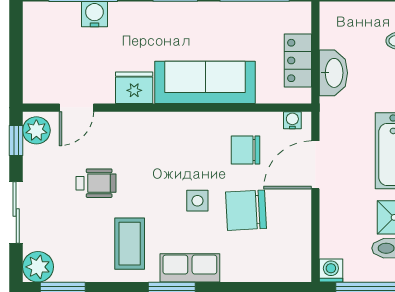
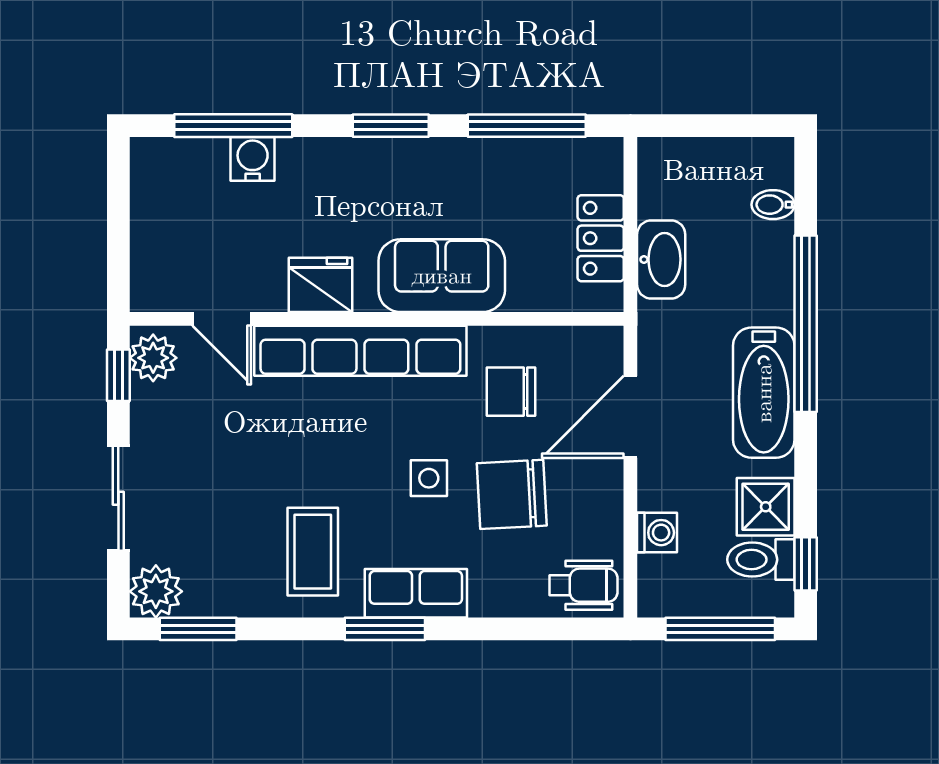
sofa: (205, 82) -> (442, 276), width x0.73
door: (76, 108) -> (222, 319), hinge flipped
water cooler: (292, 120) -> (591, 340), removed
row of seats: (158, 126) -> (360, 351), added
wheelchair: (96, 183) -> (583, 585), moved
washing machine: (331, 271) -> (657, 533), moved, turned 90

